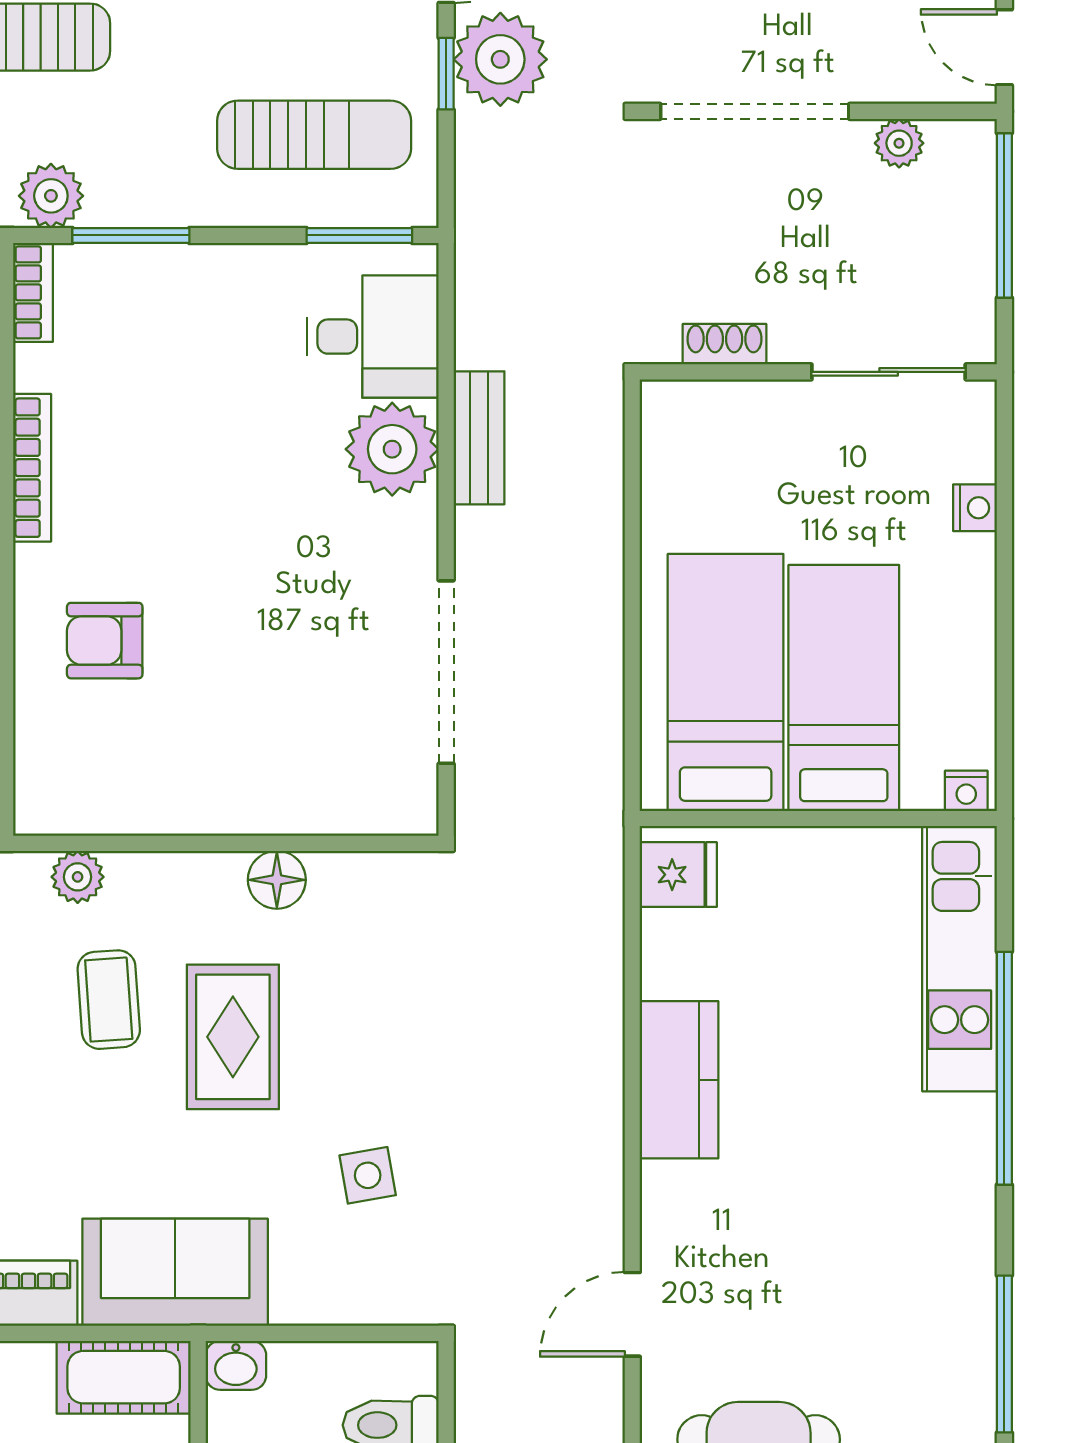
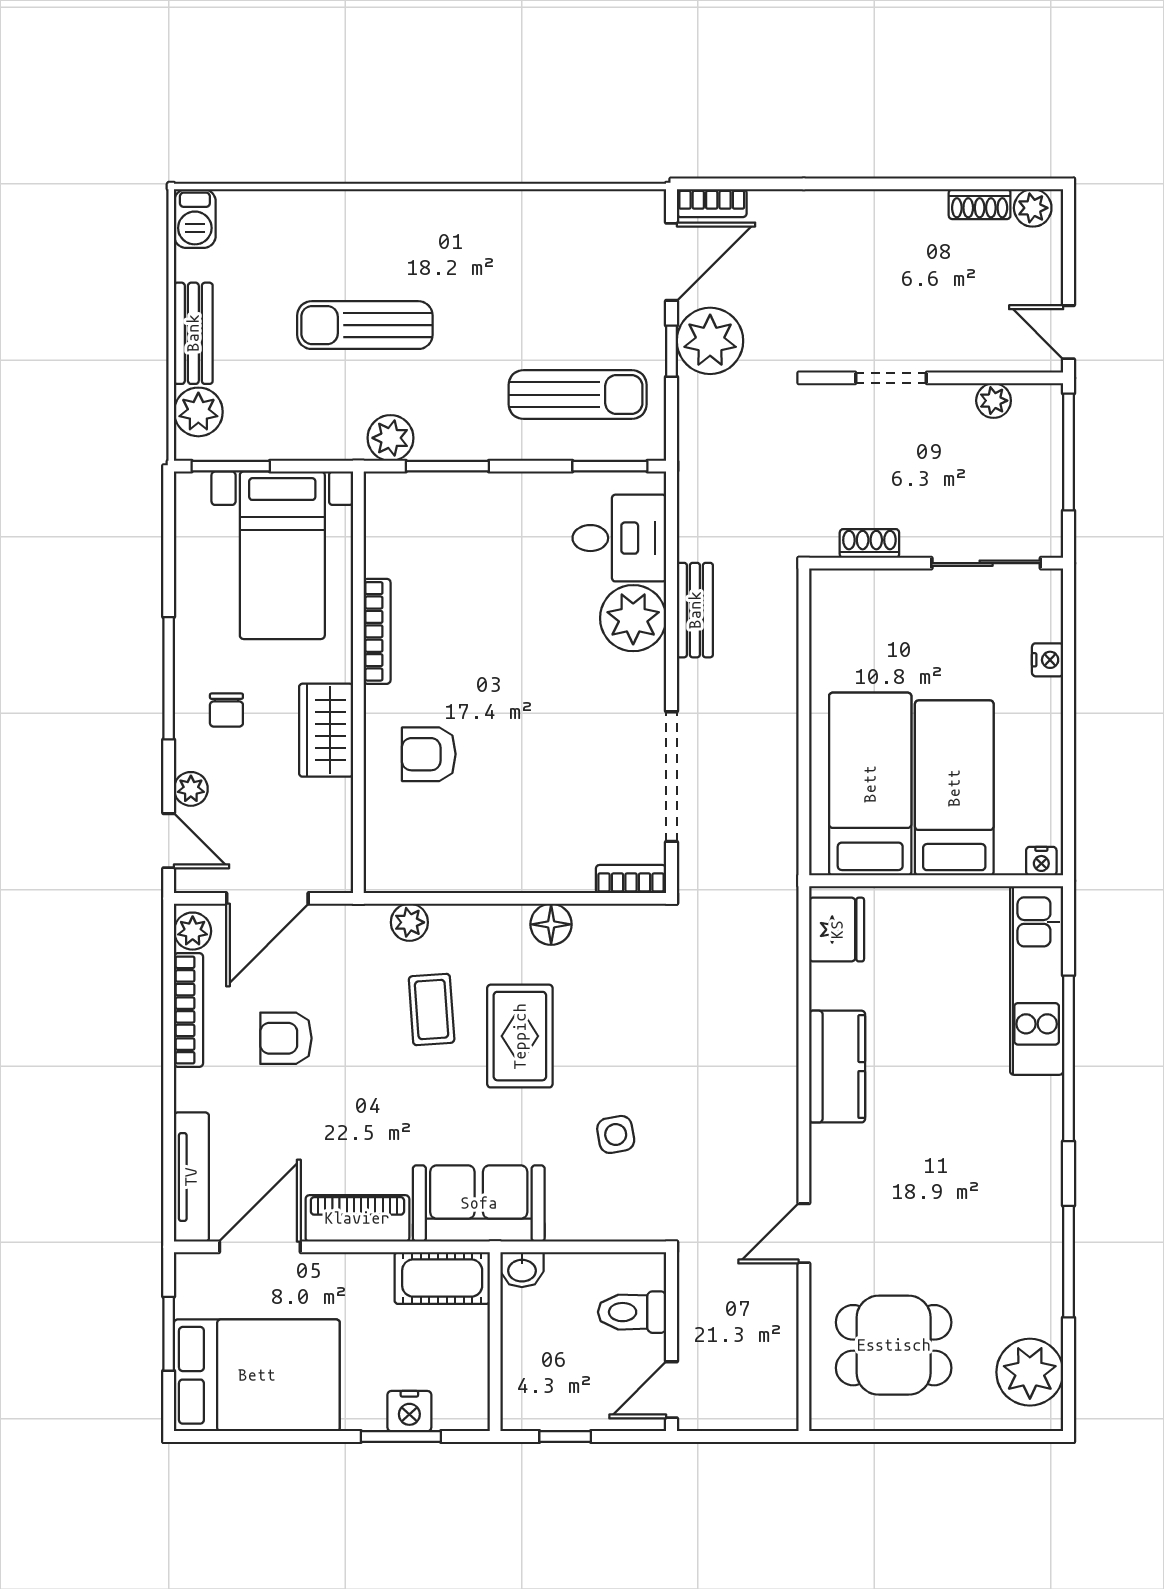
doorway: (755, 111) -> (891, 378), width x0.53
bookcase: (33, 292) -> (631, 879), moved, turned -90
fridge: (678, 875) -> (837, 930), width x1.38

